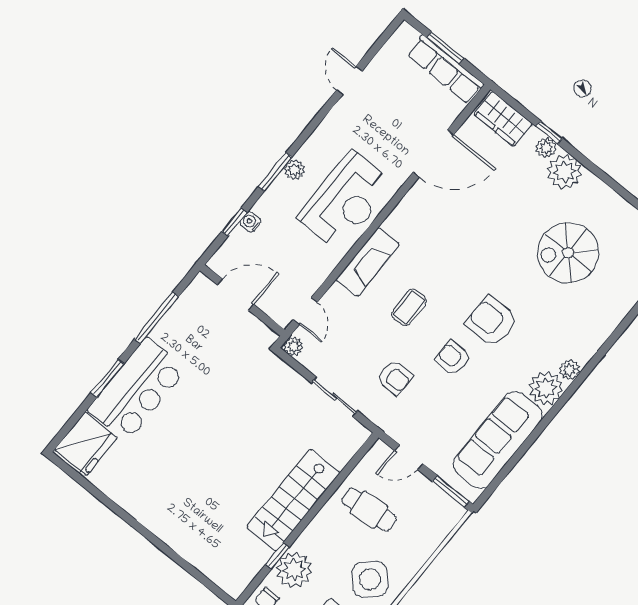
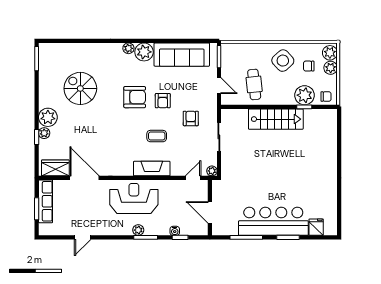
wardrobe: (503, 119) -> (55, 168), moved, turned -90
spiral stairs: (568, 253) -> (80, 88), turned 180
armchair: (491, 321) -> (135, 97), turned -90
bar counter: (137, 390) -> (273, 221), width x1.36
fridge: (86, 444) -> (316, 227), width x0.53, depth x0.75

